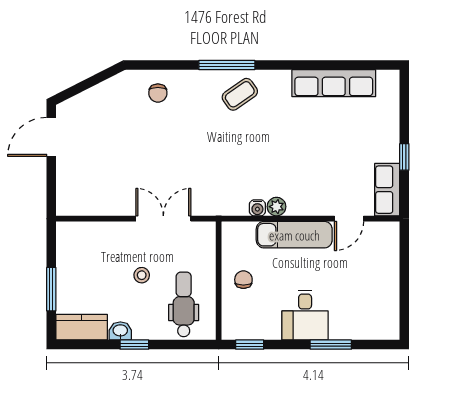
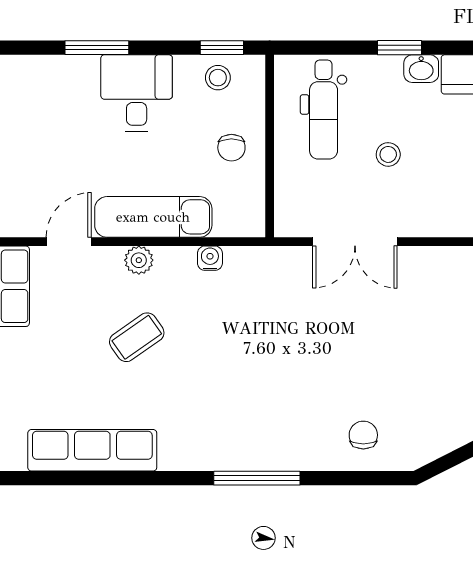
coffee table: (240, 94) -> (137, 337), moved
plant: (277, 207) -> (139, 260), moved
stool: (252, 325) -> (218, 78), added

